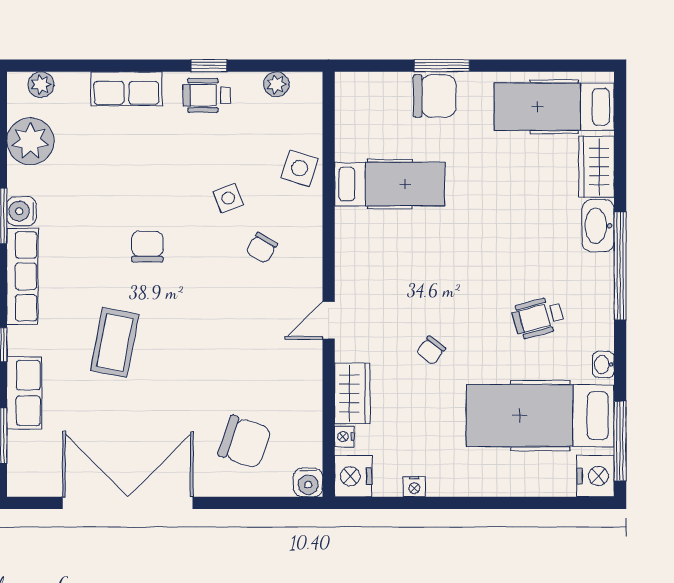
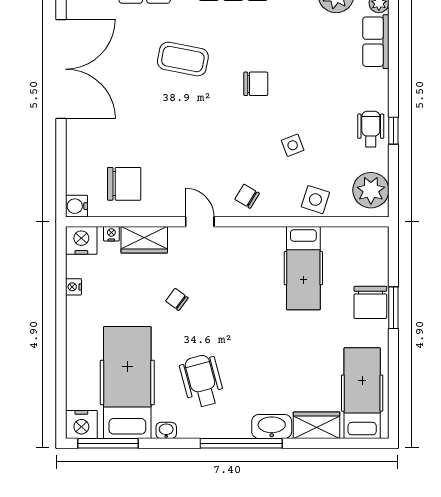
plant: (276, 84) -> (371, 190), width x1.88, depth x1.88
row of seats: (126, 89) -> (376, 42), moved
chair: (262, 248) -> (247, 196), moved
wheelchair: (538, 317) -> (202, 381), width x1.36, depth x1.37
chair: (245, 442) -> (124, 184), moved, turned -109

